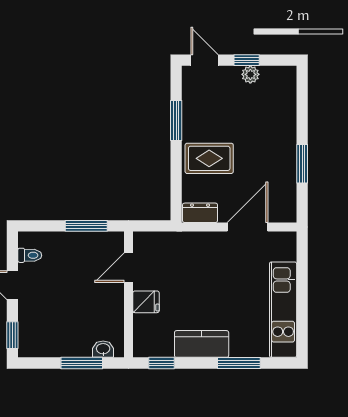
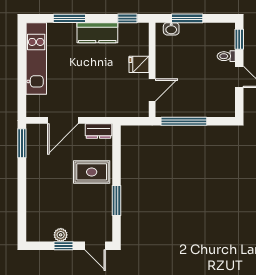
window: (302, 164) -> (22, 143), moved
window: (86, 226) -> (184, 121), width x1.44
toilet: (30, 255) -> (226, 56), moved

